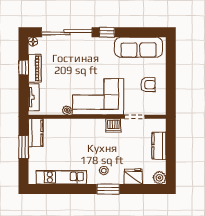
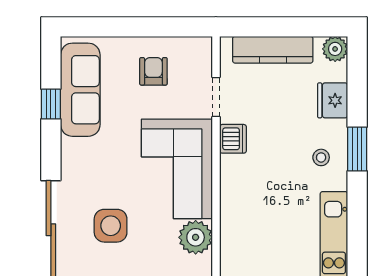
window: (107, 32) -> (51, 104), moved
side table: (69, 63) -> (111, 226), added
plant: (67, 110) -> (196, 237), width x1.88, depth x1.88
kitchen counter: (159, 146) -> (273, 50), width x1.50

